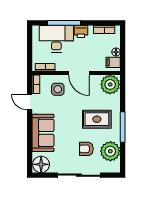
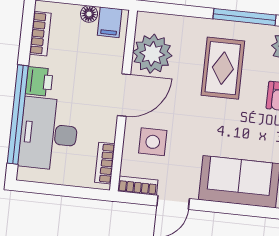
window: (64, 23) -> (18, 114), width x1.46
plant: (110, 84) -> (152, 54), moved

